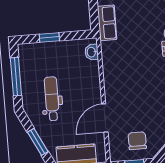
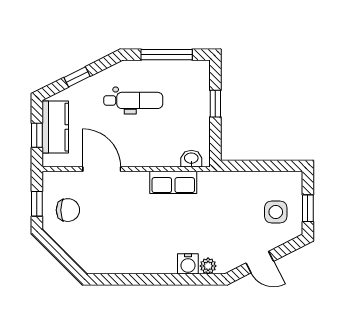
row of seats: (107, 23) -> (173, 182), moved
window: (38, 142) -> (77, 77), width x0.67

